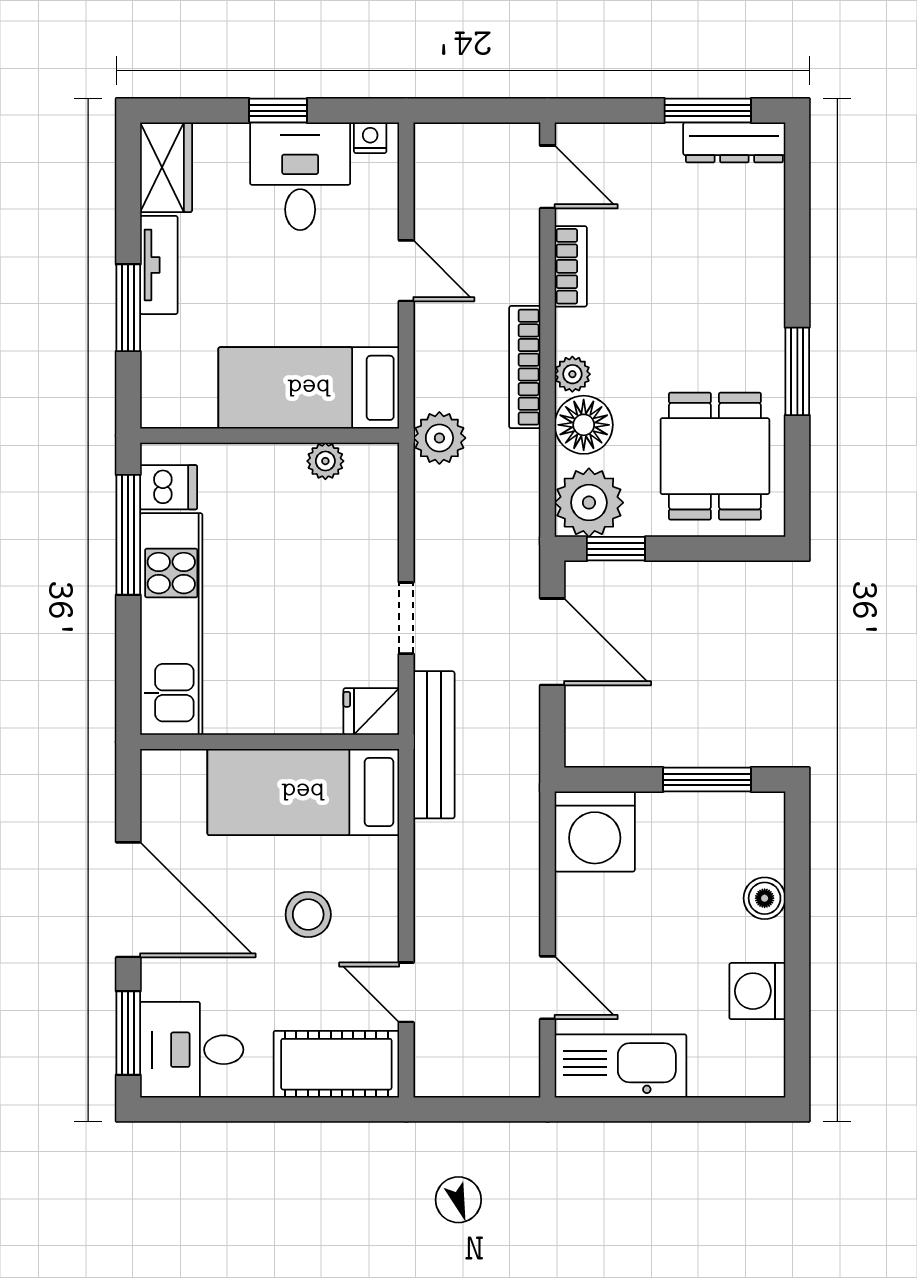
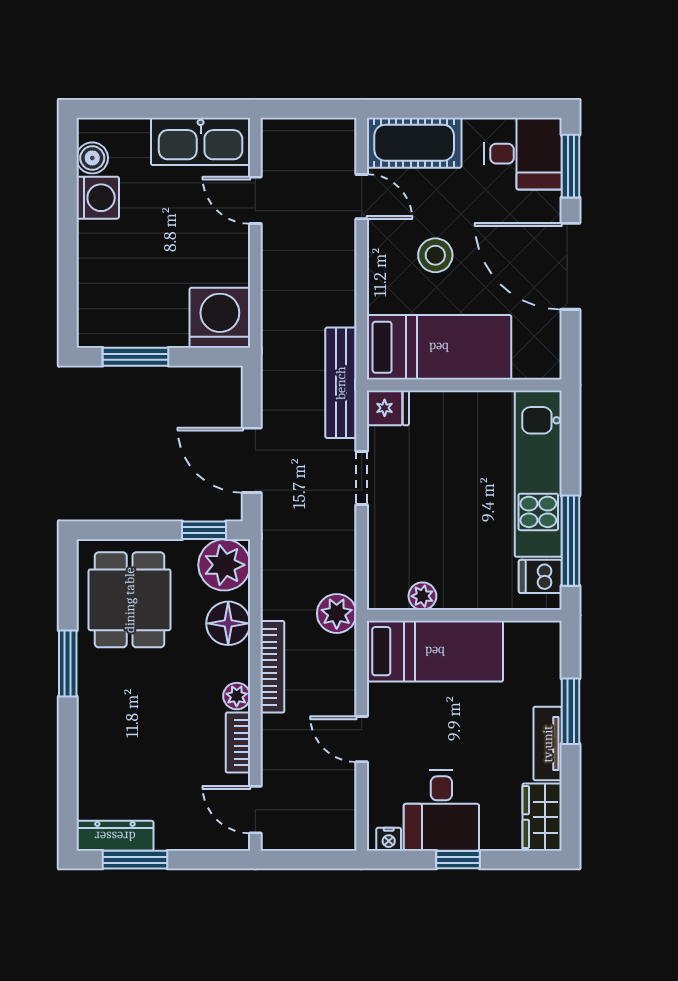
plant: (572, 374) -> (237, 696), moved
boiler: (765, 898) -> (92, 158), moved

